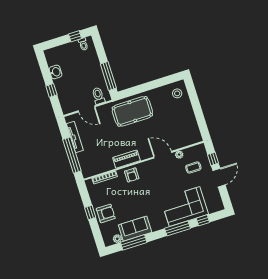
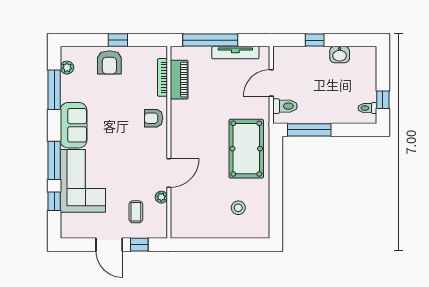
stool: (177, 93) -> (238, 208), moved
piano: (126, 159) -> (179, 80), moved
sofa: (135, 229) -> (74, 125), moved

